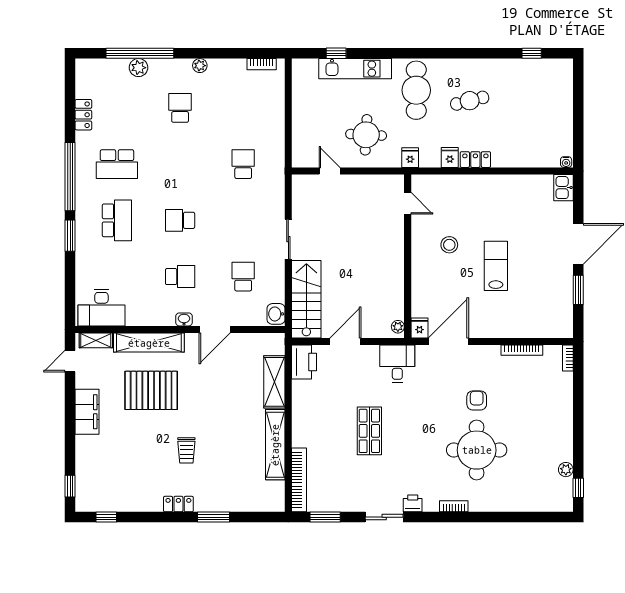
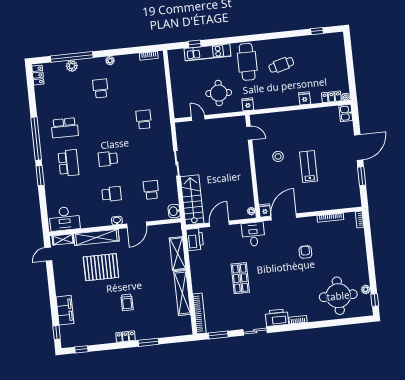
locker: (83, 115) -> (38, 75), moved
fridge: (450, 158) -> (305, 98), moved
locker: (475, 160) -> (331, 97), moved
filing cabinet: (87, 412) -> (65, 310), moved
round table: (477, 450) -> (338, 296), moved
printer: (413, 503) -> (277, 318), width x1.87, depth x1.48

